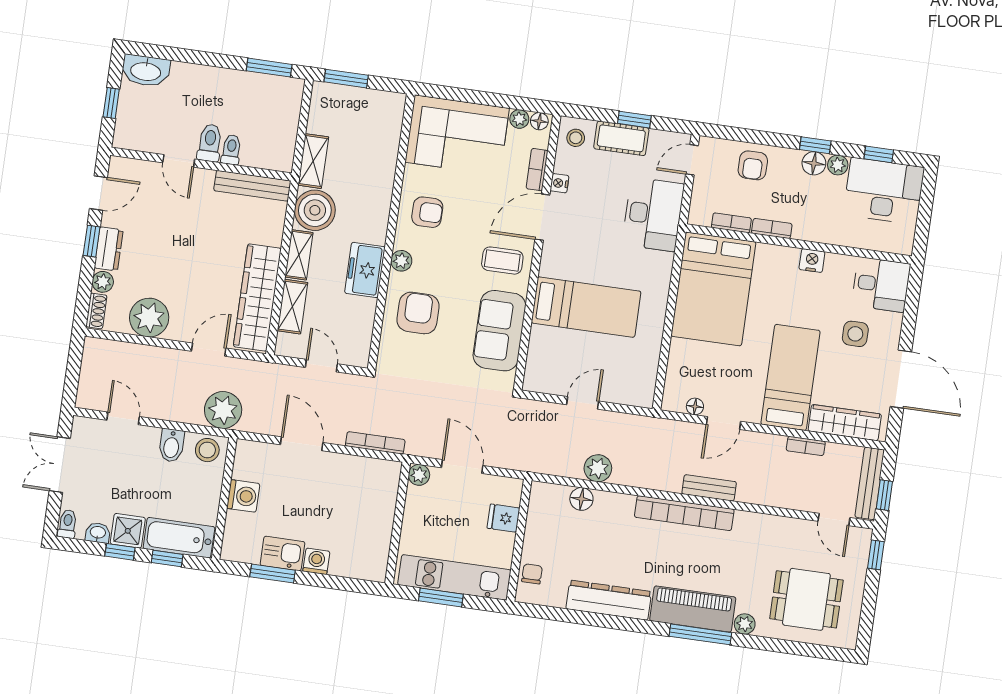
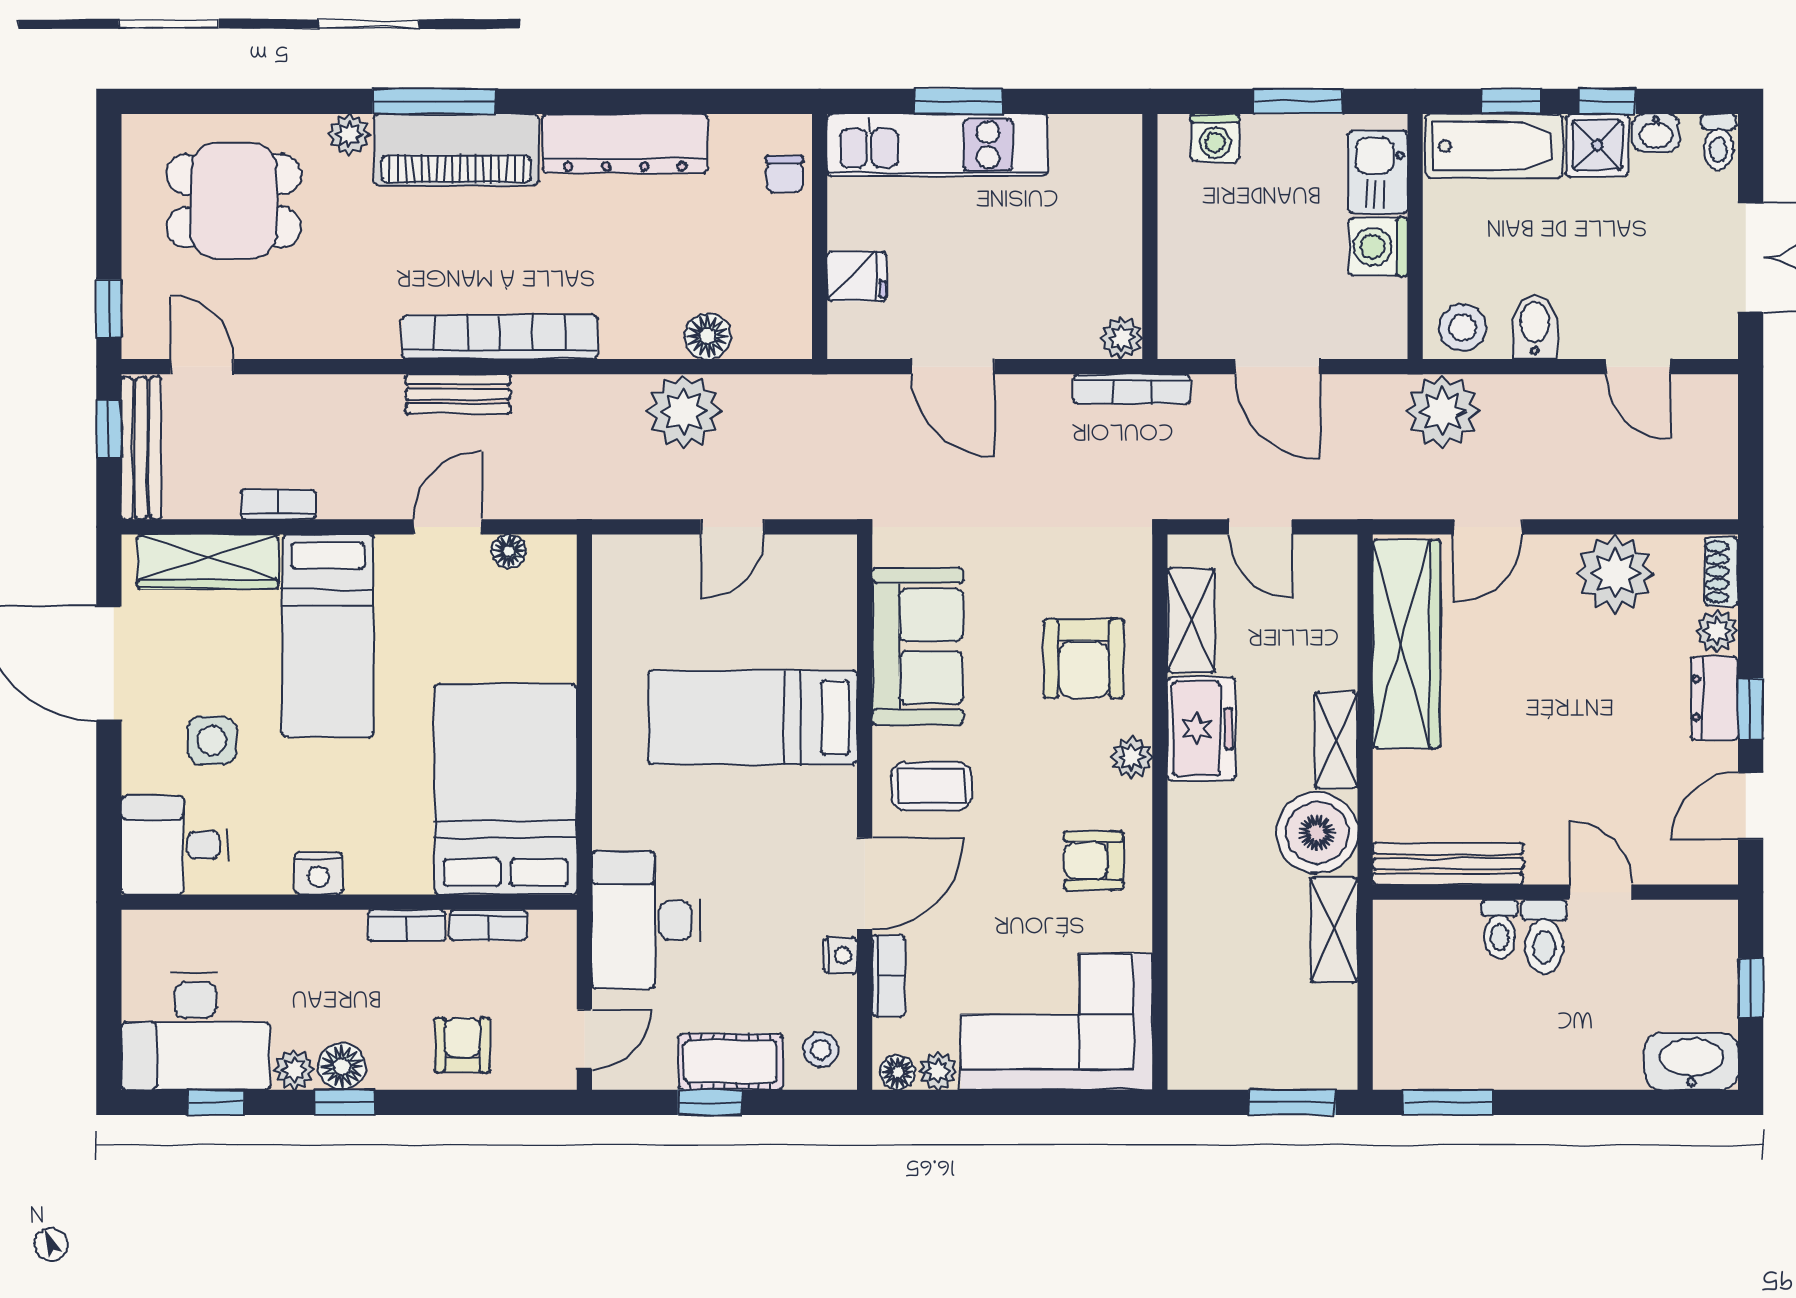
shelving: (292, 307) -> (1191, 621), moved
plant: (598, 468) -> (684, 411), width x1.36, depth x1.36
plant: (419, 475) -> (1121, 338), moved
wall: (398, 523) -> (1150, 237), moved
kitchen sink: (283, 554) -> (1378, 172), moved, turned 90

